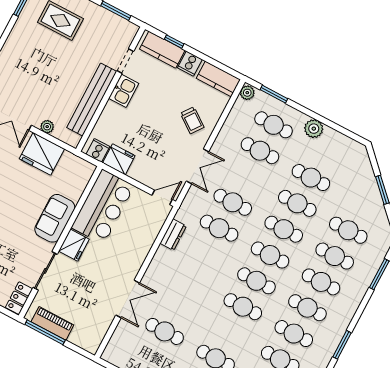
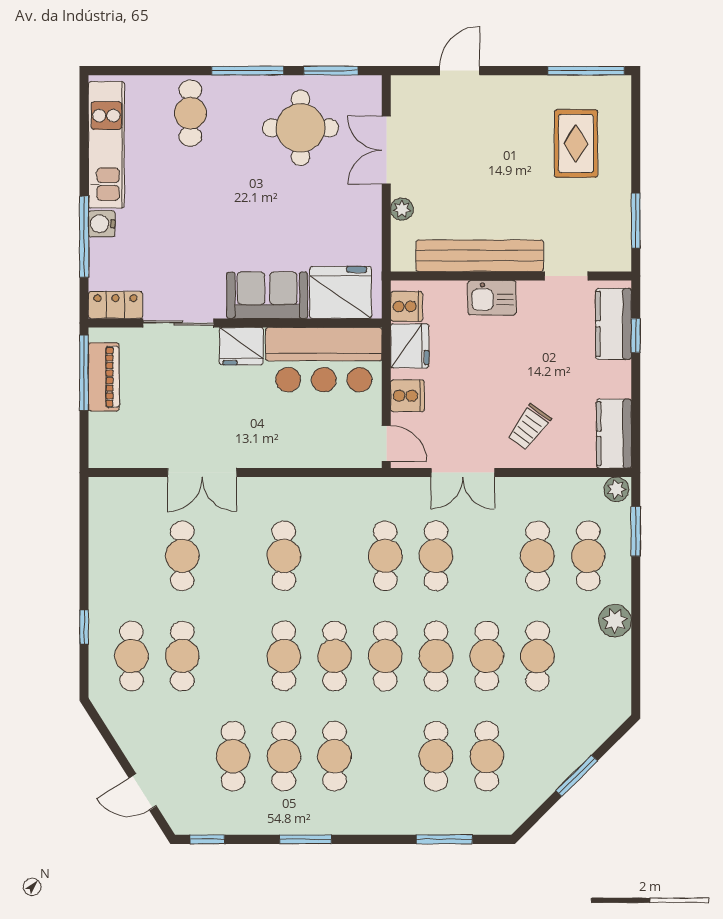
cooker: (190, 64) -> (407, 396), moved, turned 180
kitchen sink: (124, 91) -> (492, 298), moved
fridge: (42, 154) -> (341, 293), moved, turned 90
dresser: (173, 235) -> (338, 491), removed
cafe table: (321, 282) -> (284, 556), moved

